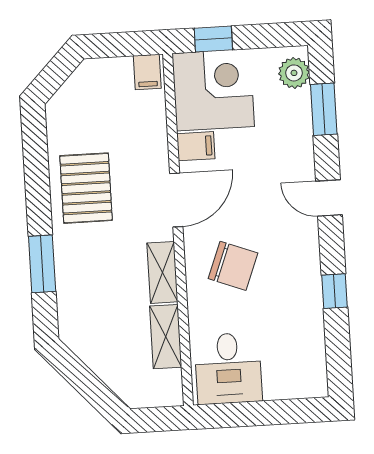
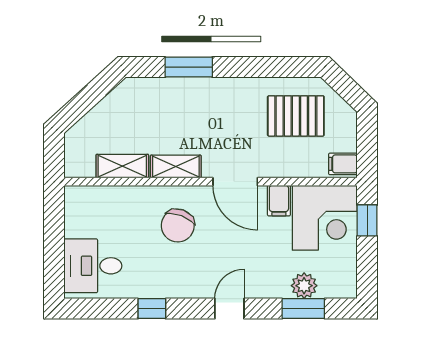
plant: (294, 73) -> (304, 286), moved
pallet: (86, 188) -> (296, 116), moved
desk: (228, 368) -> (93, 266), moved

